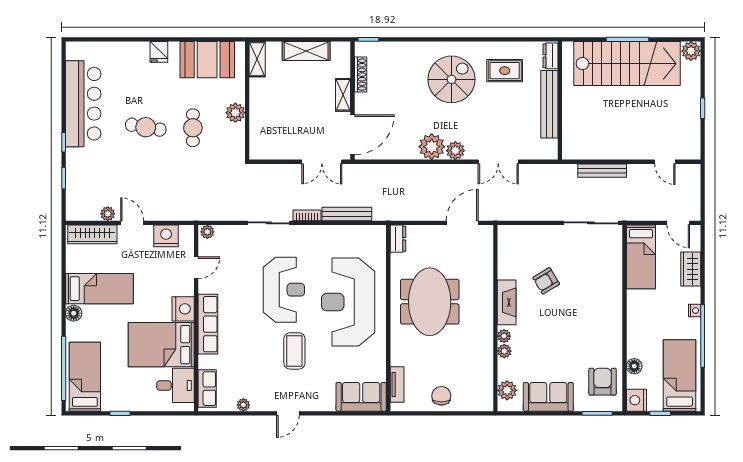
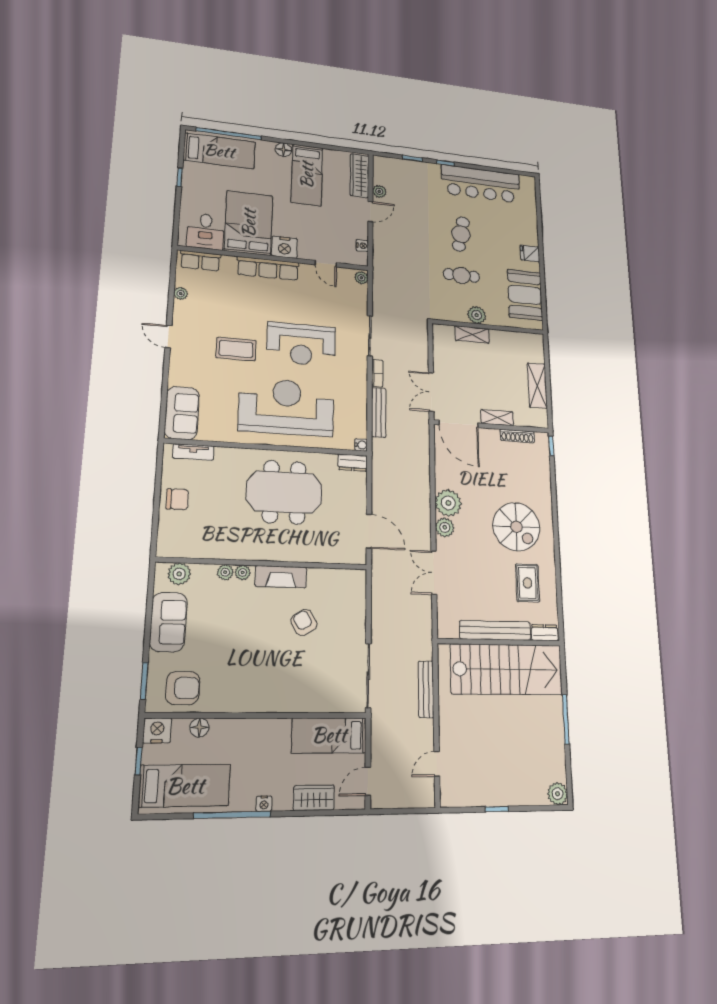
shelving: (257, 59) -> (472, 335), moved
stairs: (627, 64) -> (507, 669), moved, turned -90
water cooler: (380, 231) -> (361, 445), added
nightstand: (166, 236) -> (362, 246), width x0.53, depth x0.56

